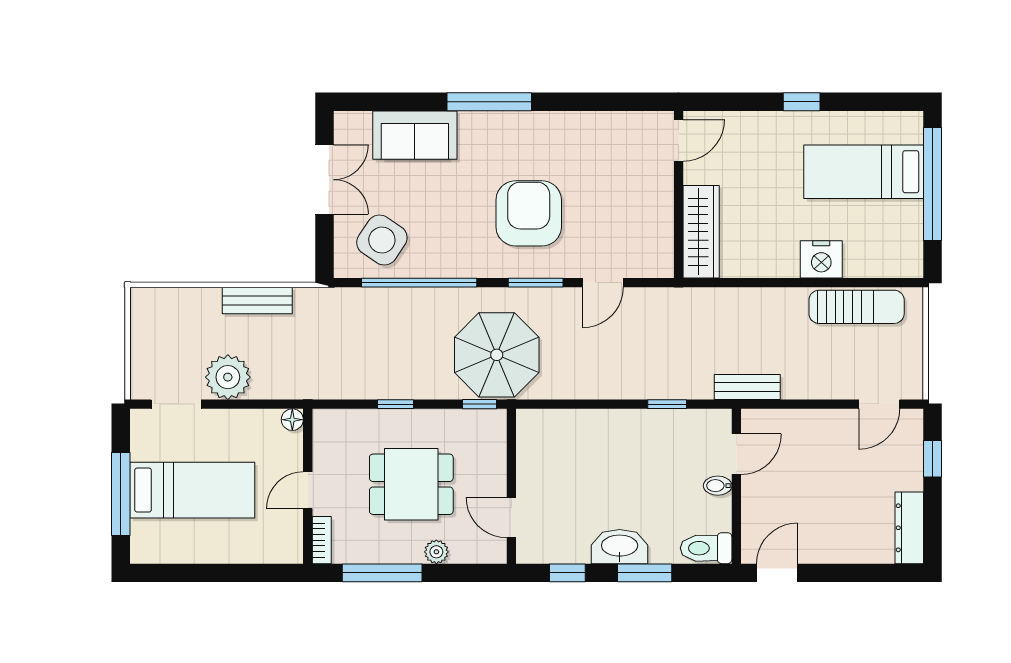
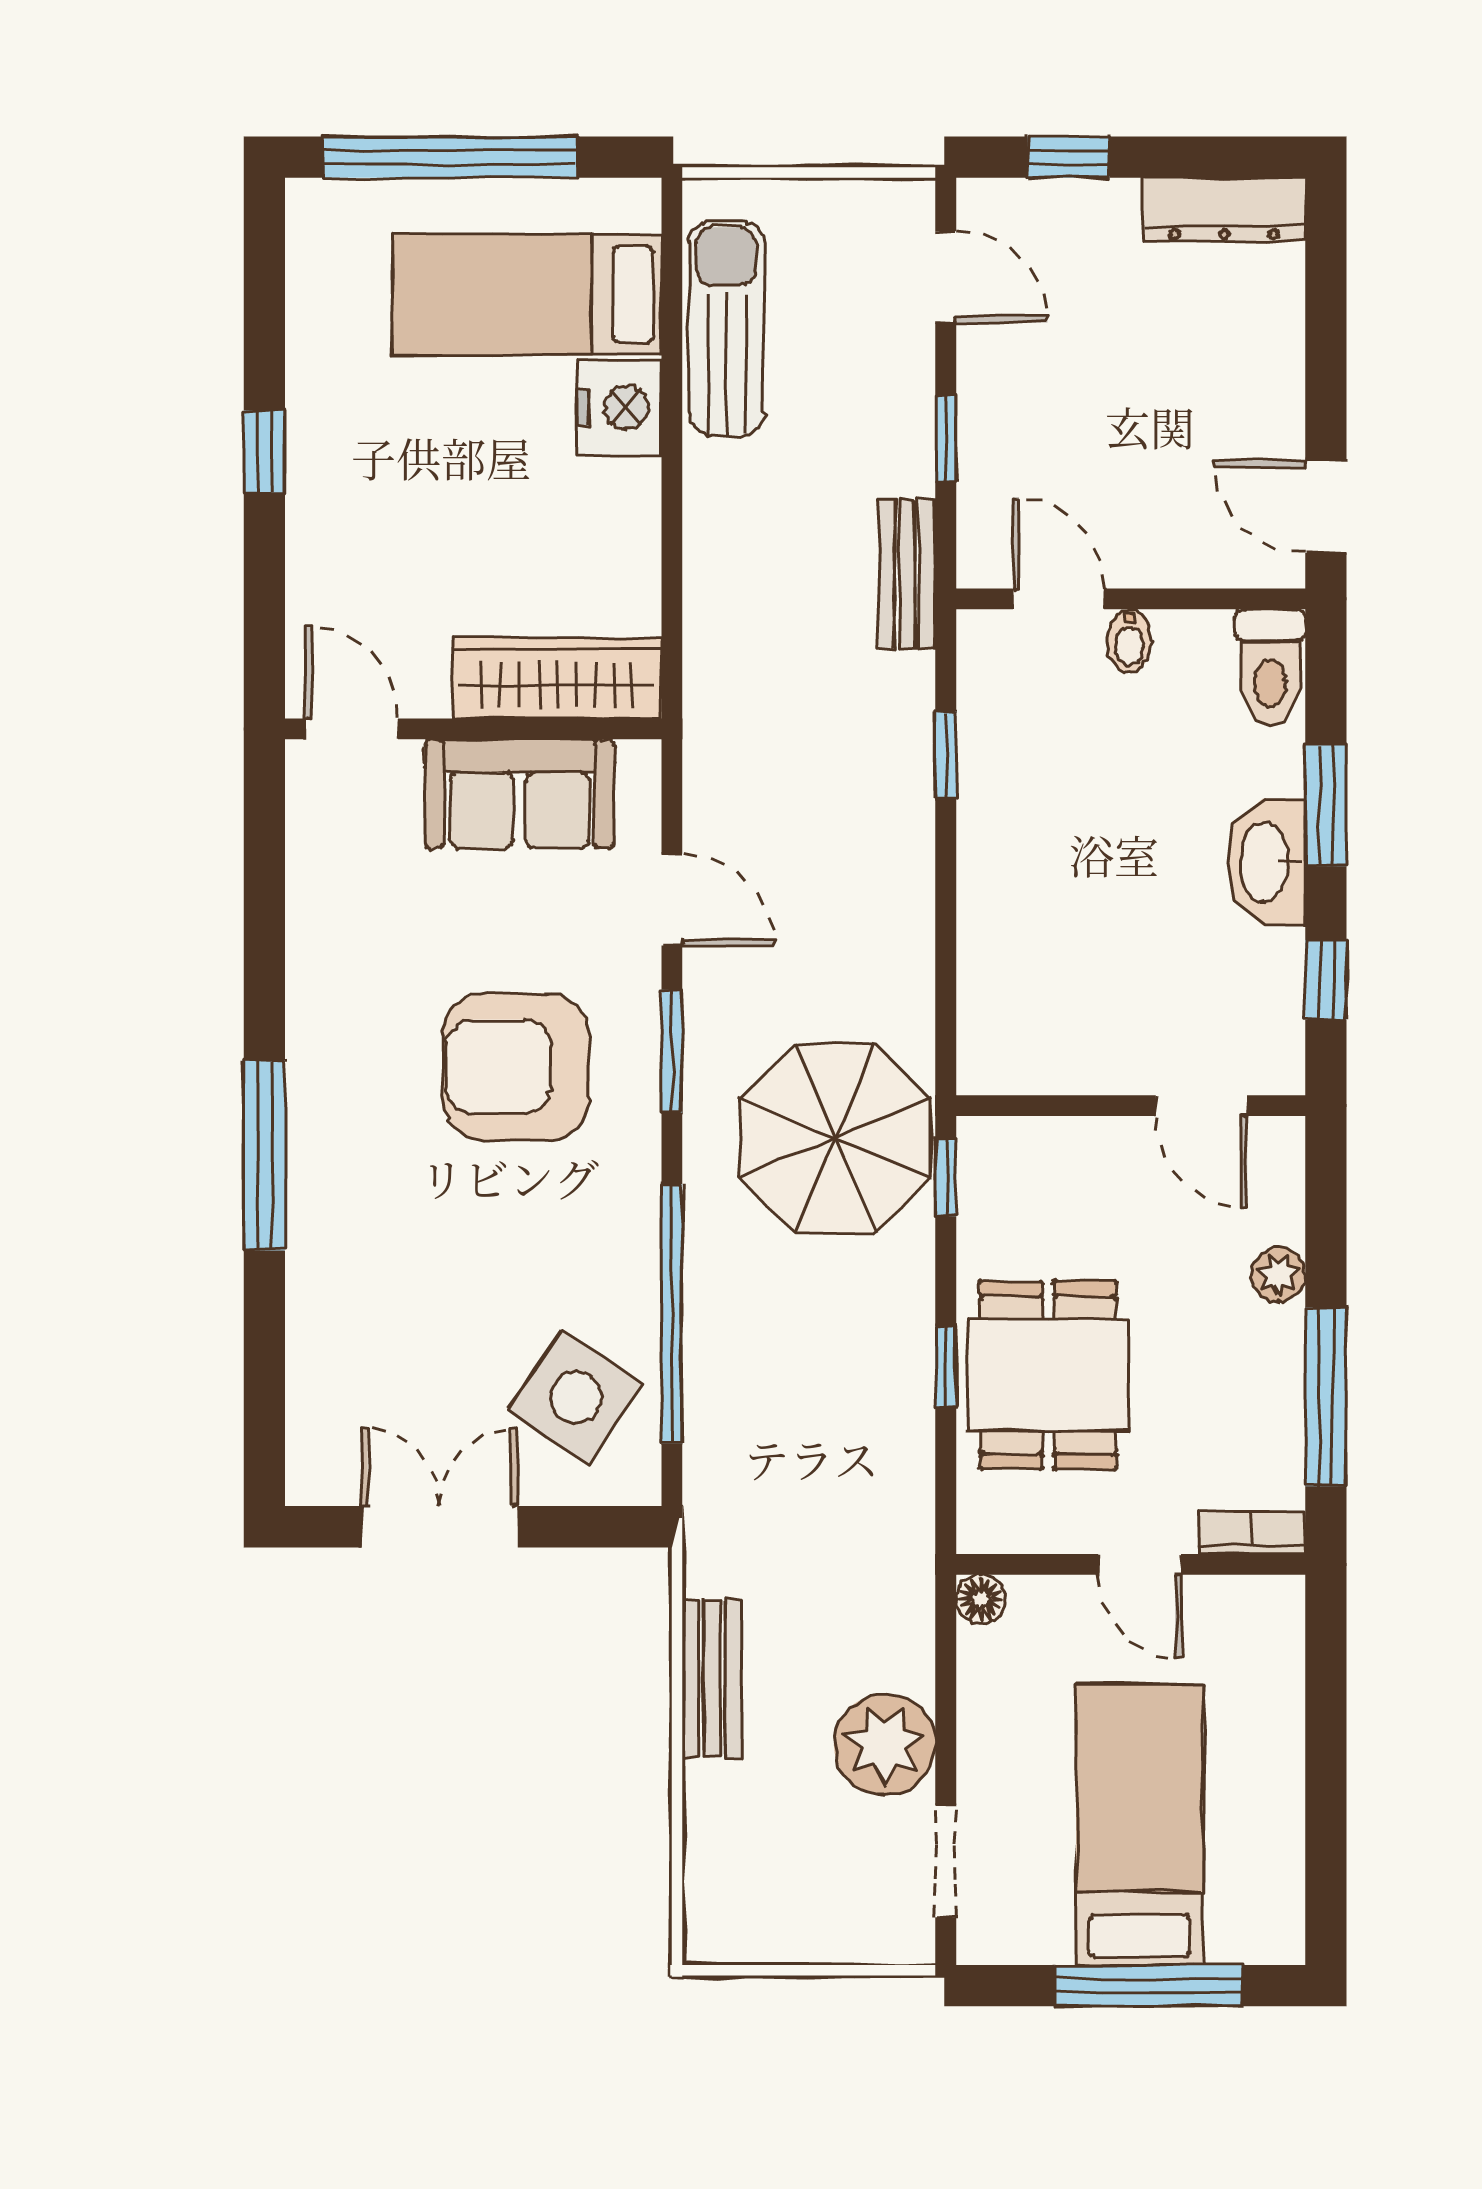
sofa: (415, 135) -> (519, 794), moved, turned 90
bed: (864, 172) -> (527, 295), moved, turned 90
window: (808, 404) -> (946, 438), added
dining table: (411, 484) -> (1048, 1375), moved
door: (511, 518) -> (1201, 1106), hinge flipped

